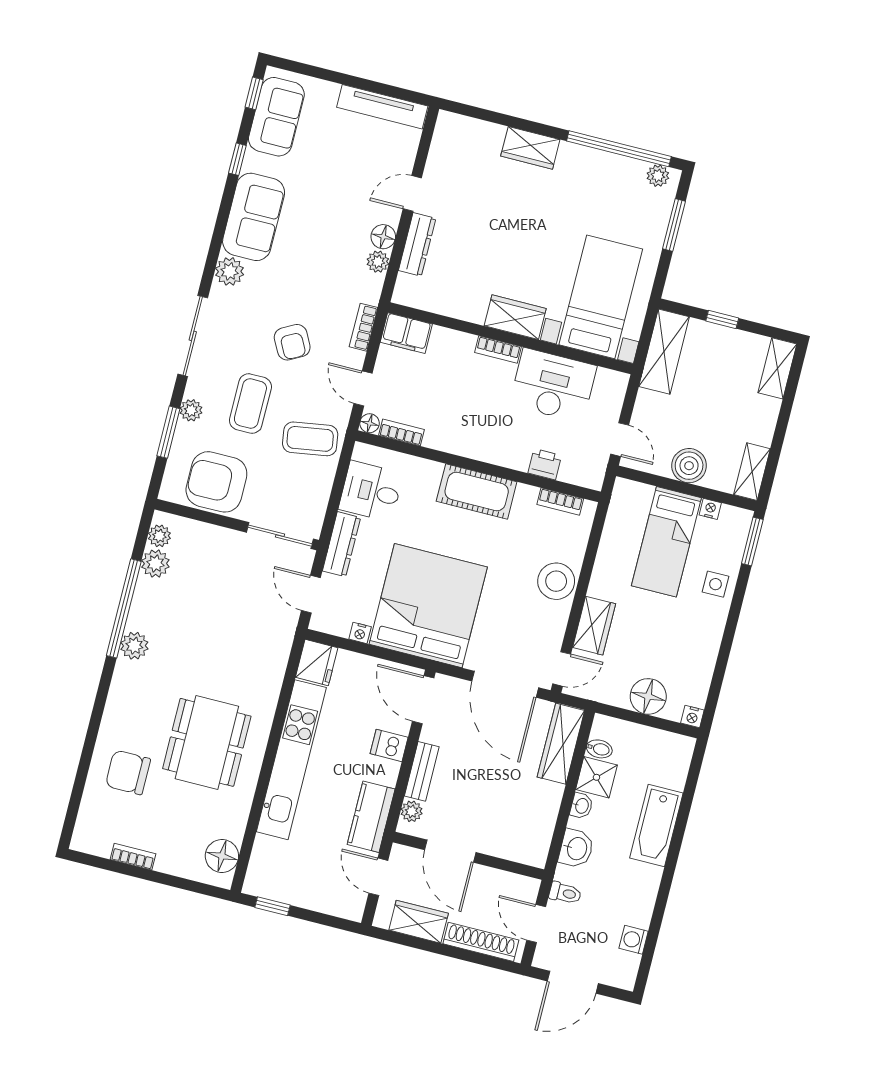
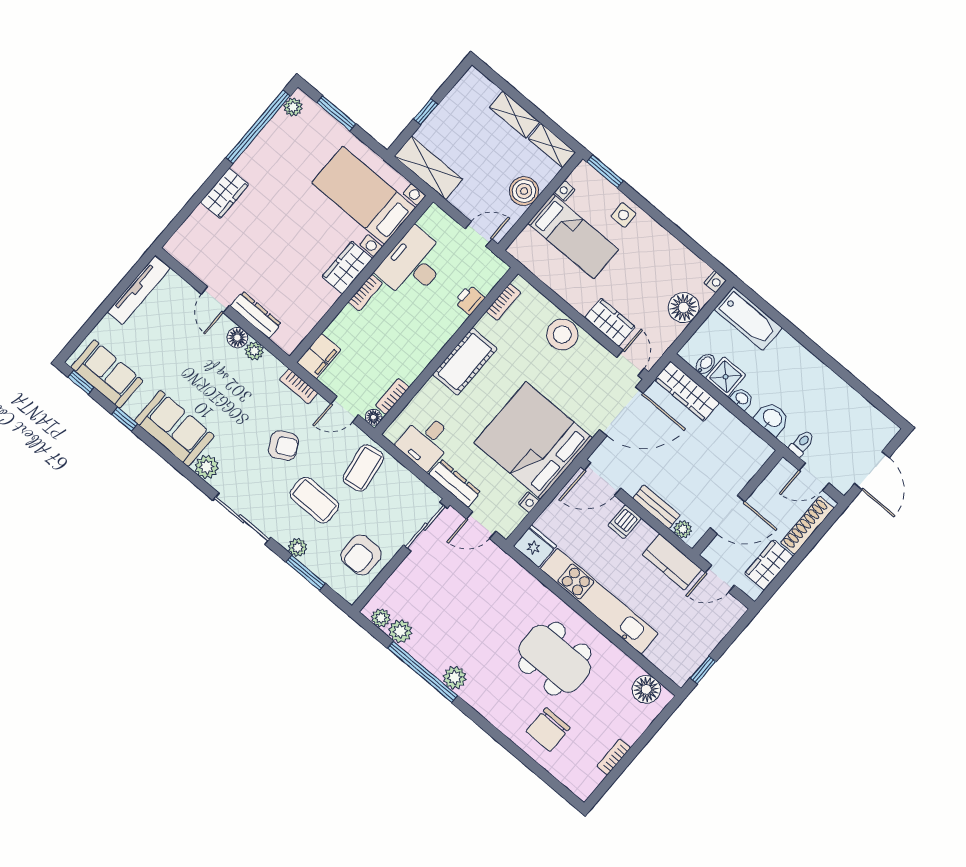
shelving: (777, 368) -> (514, 115), moved
armchair: (216, 482) -> (361, 555), width x0.73, depth x0.73
bathtub: (656, 825) -> (748, 319), moved
washing machine: (634, 940) -> (862, 409), removed

